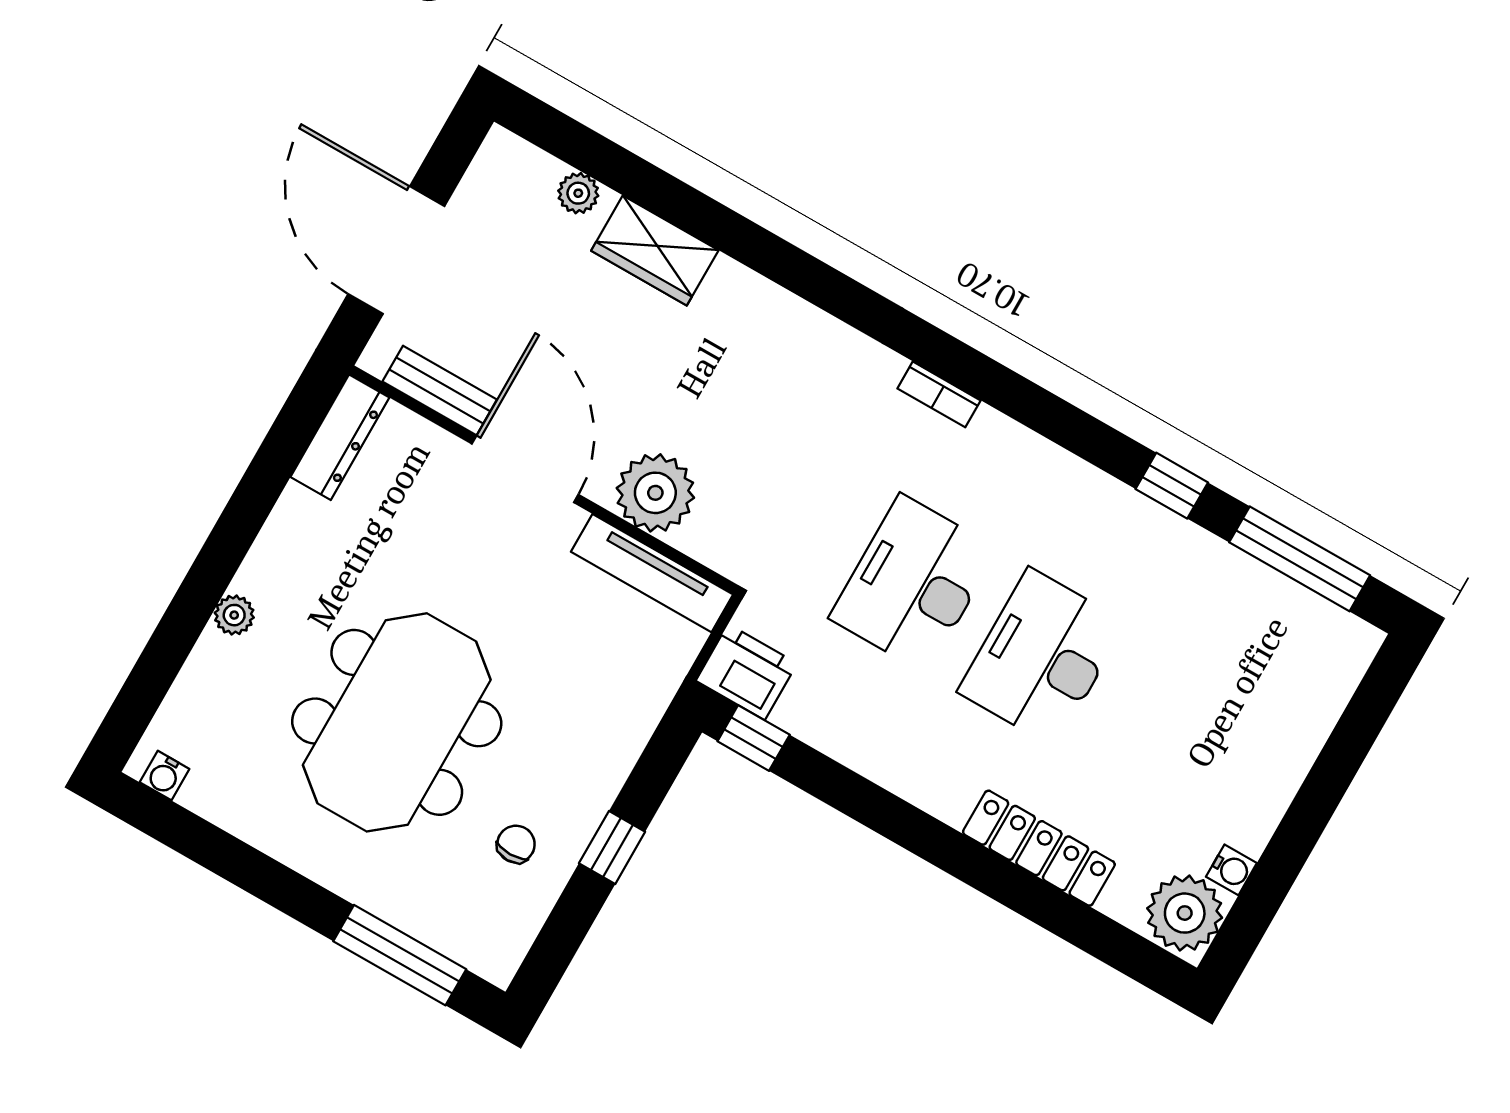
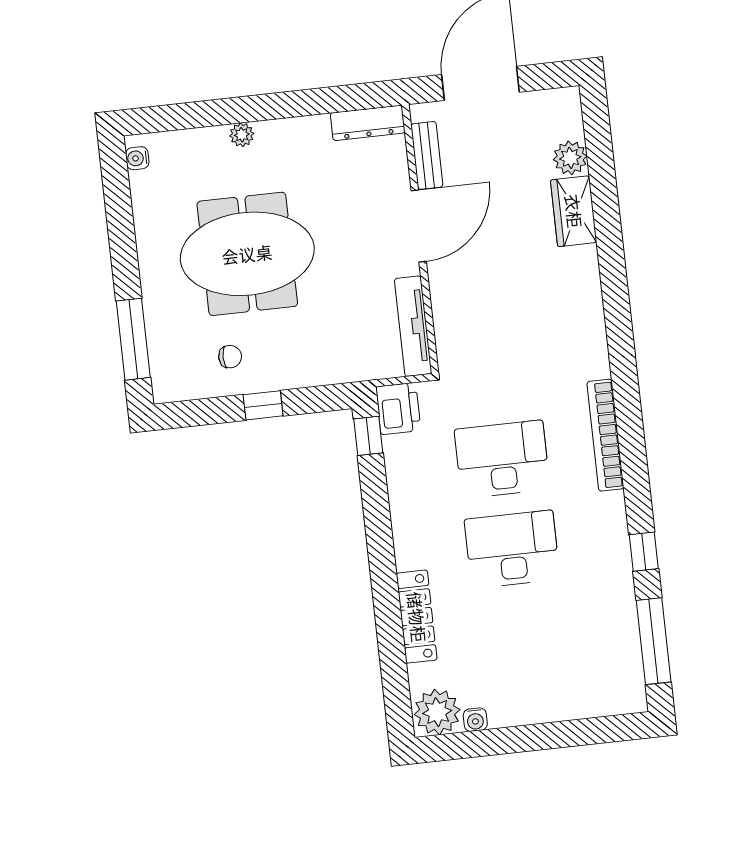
plant: (578, 193) -> (570, 158), width x1.38, depth x1.38
bookcase: (939, 394) -> (605, 435), width x2.31, depth x1.31
plant: (655, 493) -> (454, 299), removed

